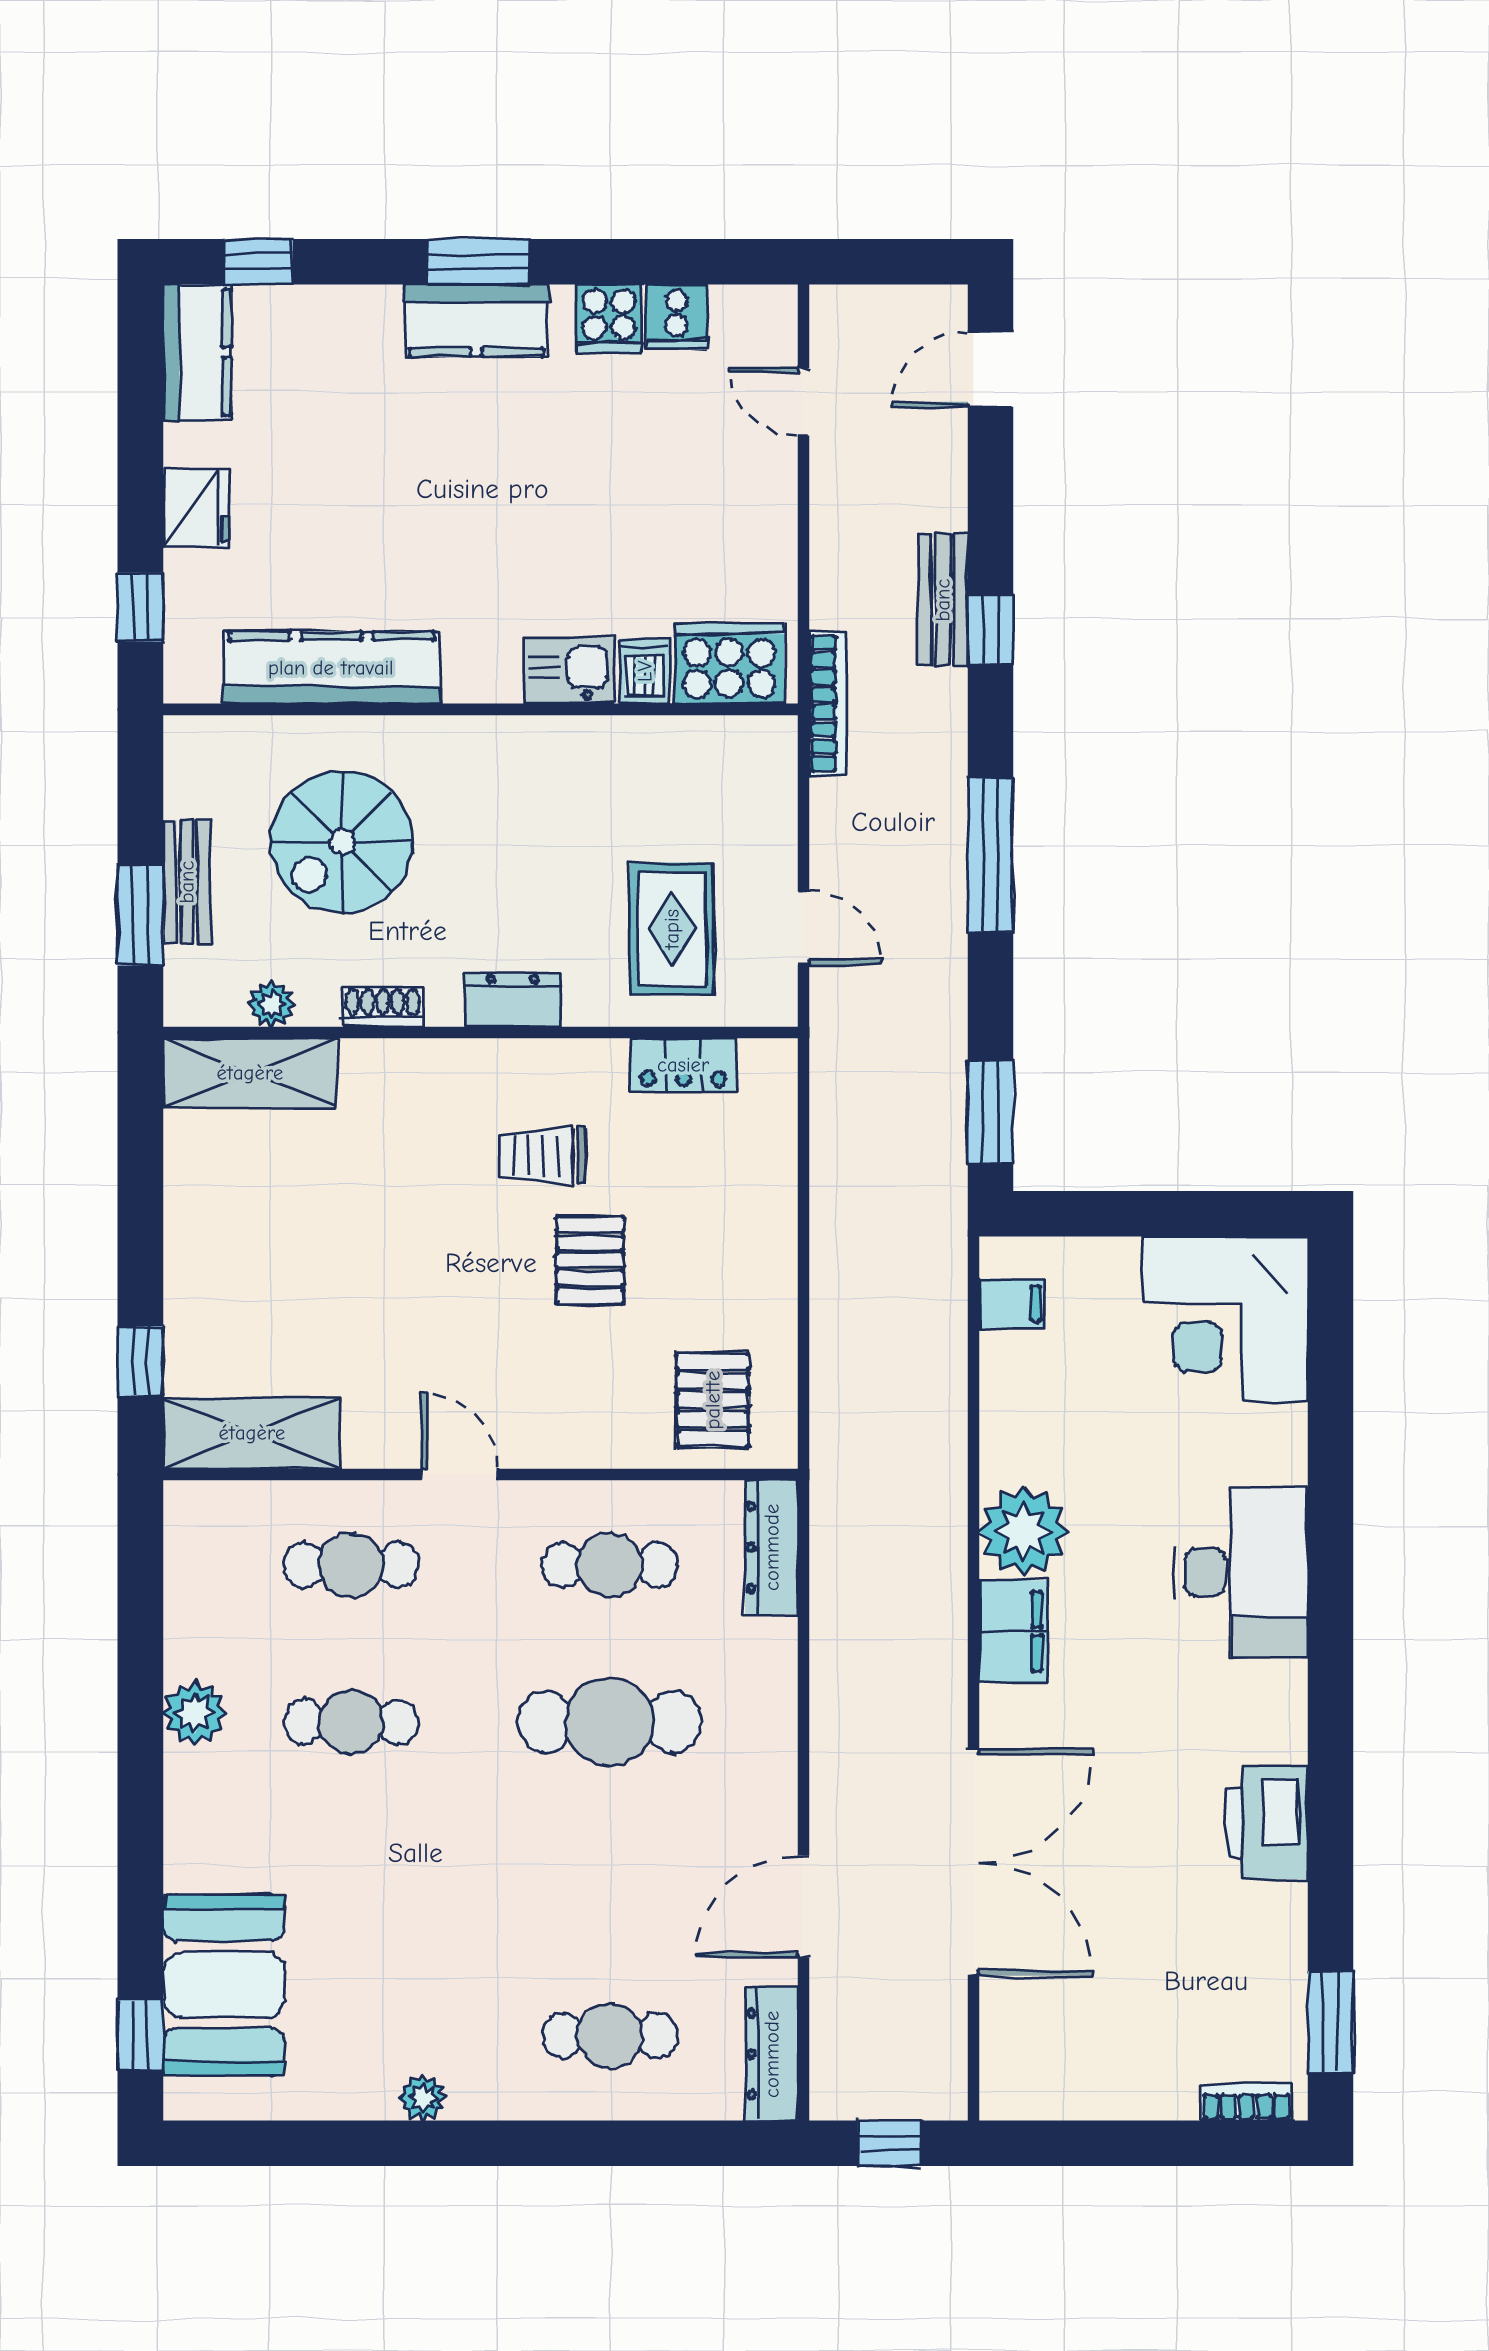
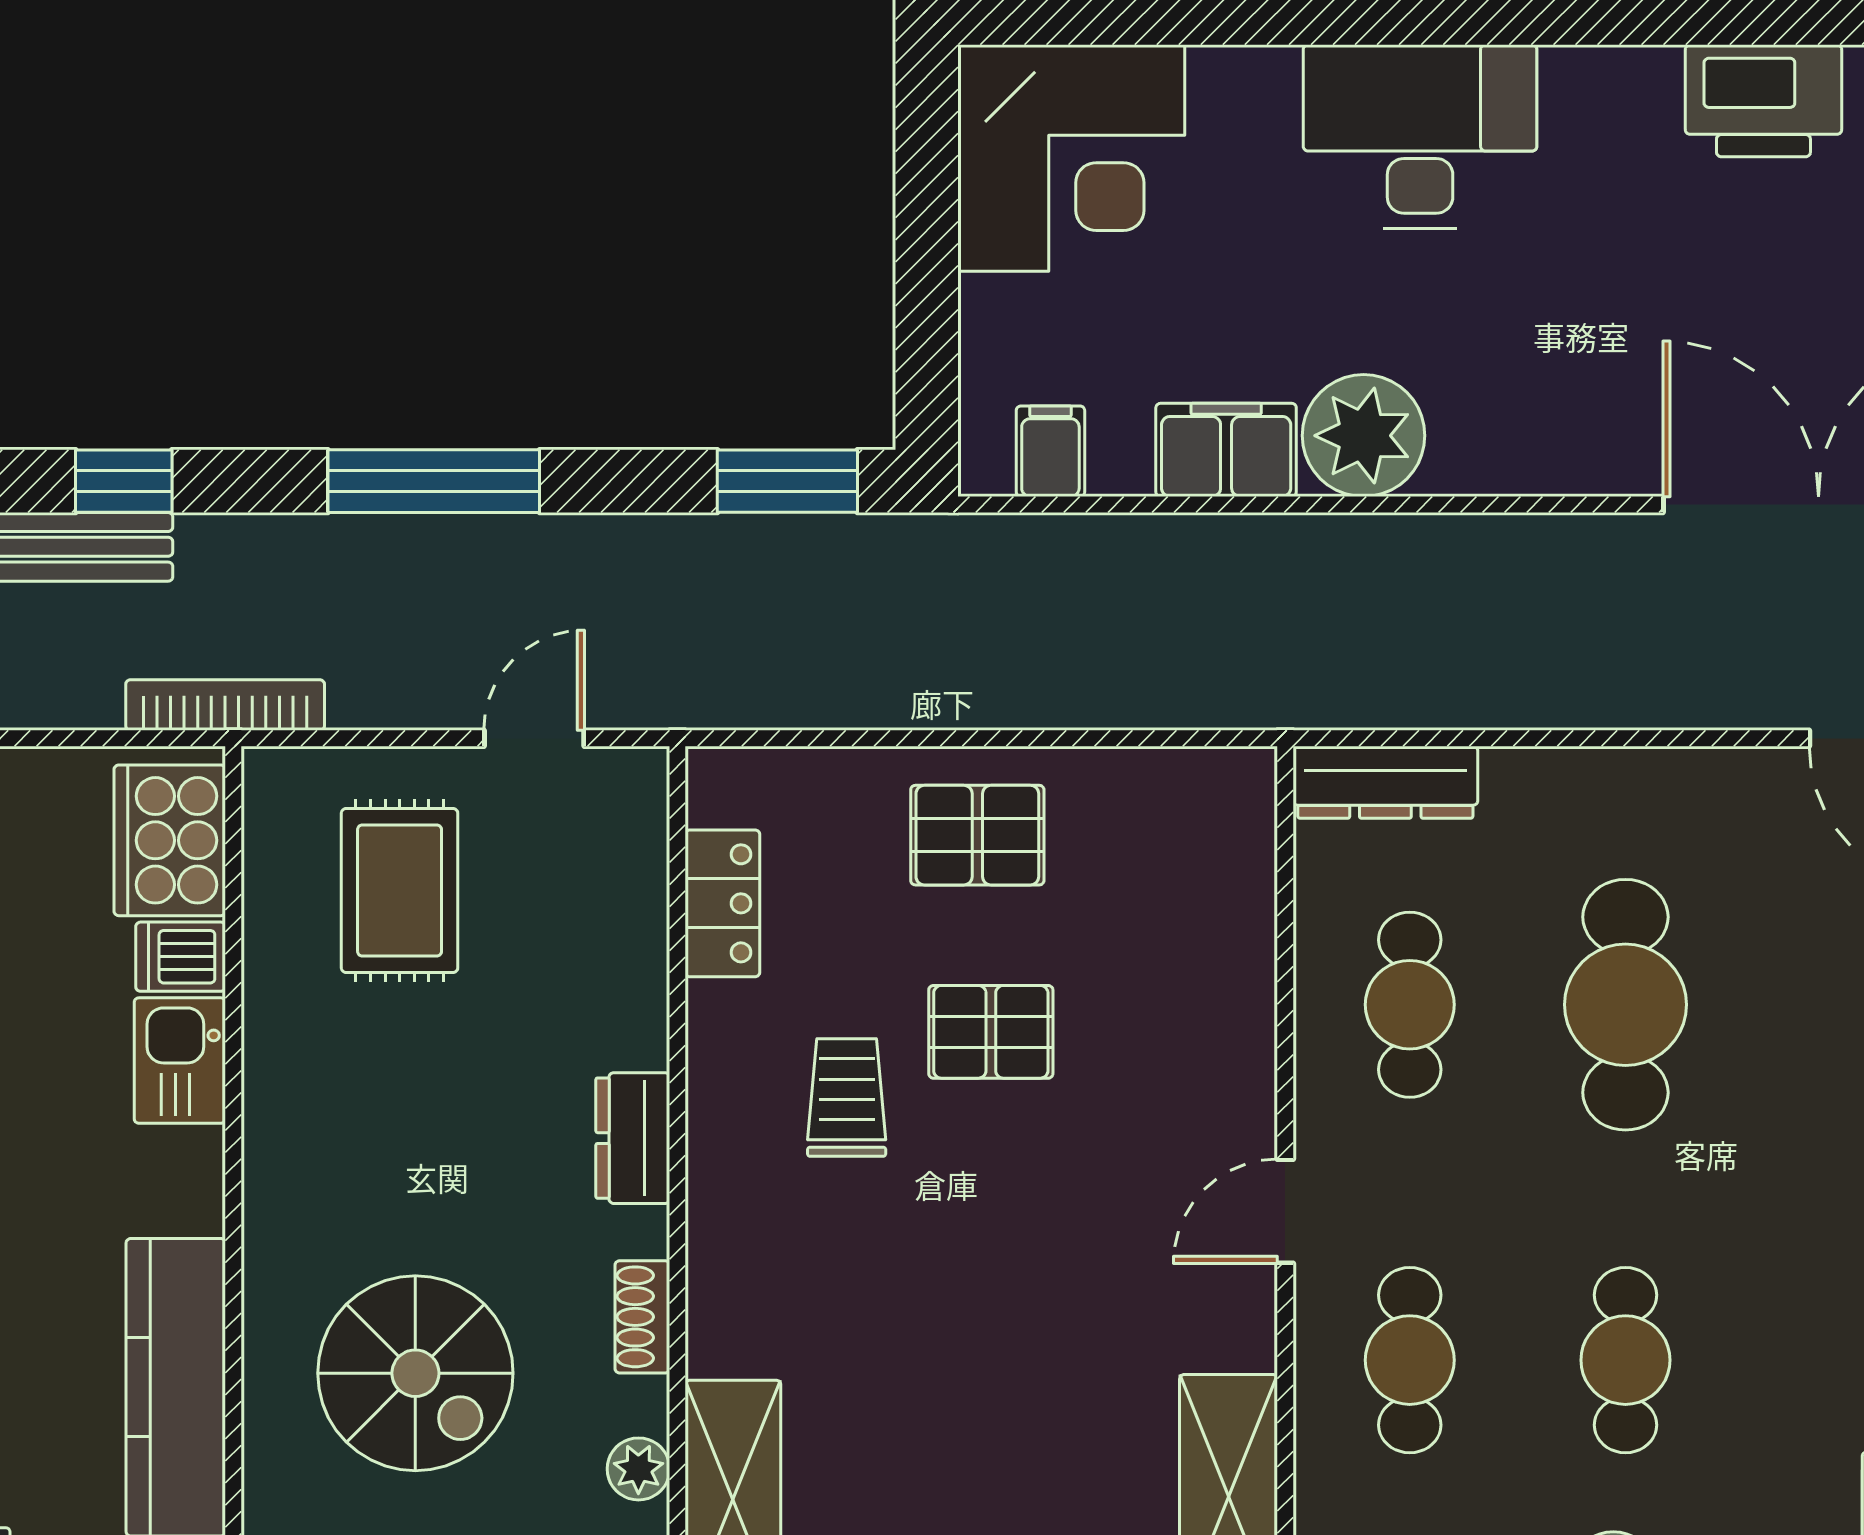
rug: (672, 929) -> (400, 891), moved, turned 90
trolley: (542, 1155) -> (847, 1098), turned 180
pallet: (713, 1400) -> (977, 835), moved
filing cabinet: (1013, 1631) -> (1226, 450), moved

